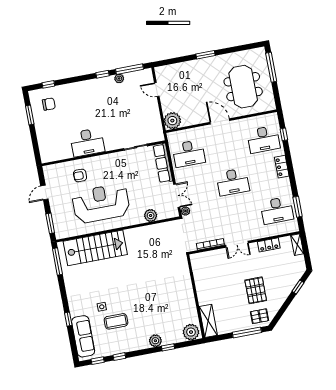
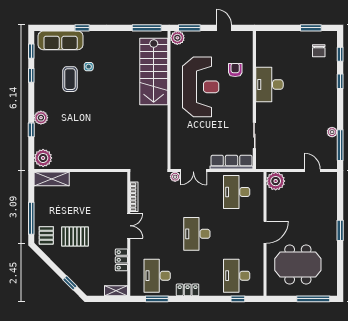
window: (103, 74) -> (340, 81), moved
door: (157, 90) -> (312, 170), hinge flipped
locker: (282, 167) -> (188, 290), moved
plant: (151, 215) -> (177, 38), moved
double door: (237, 244) -> (129, 226), swing flipped

